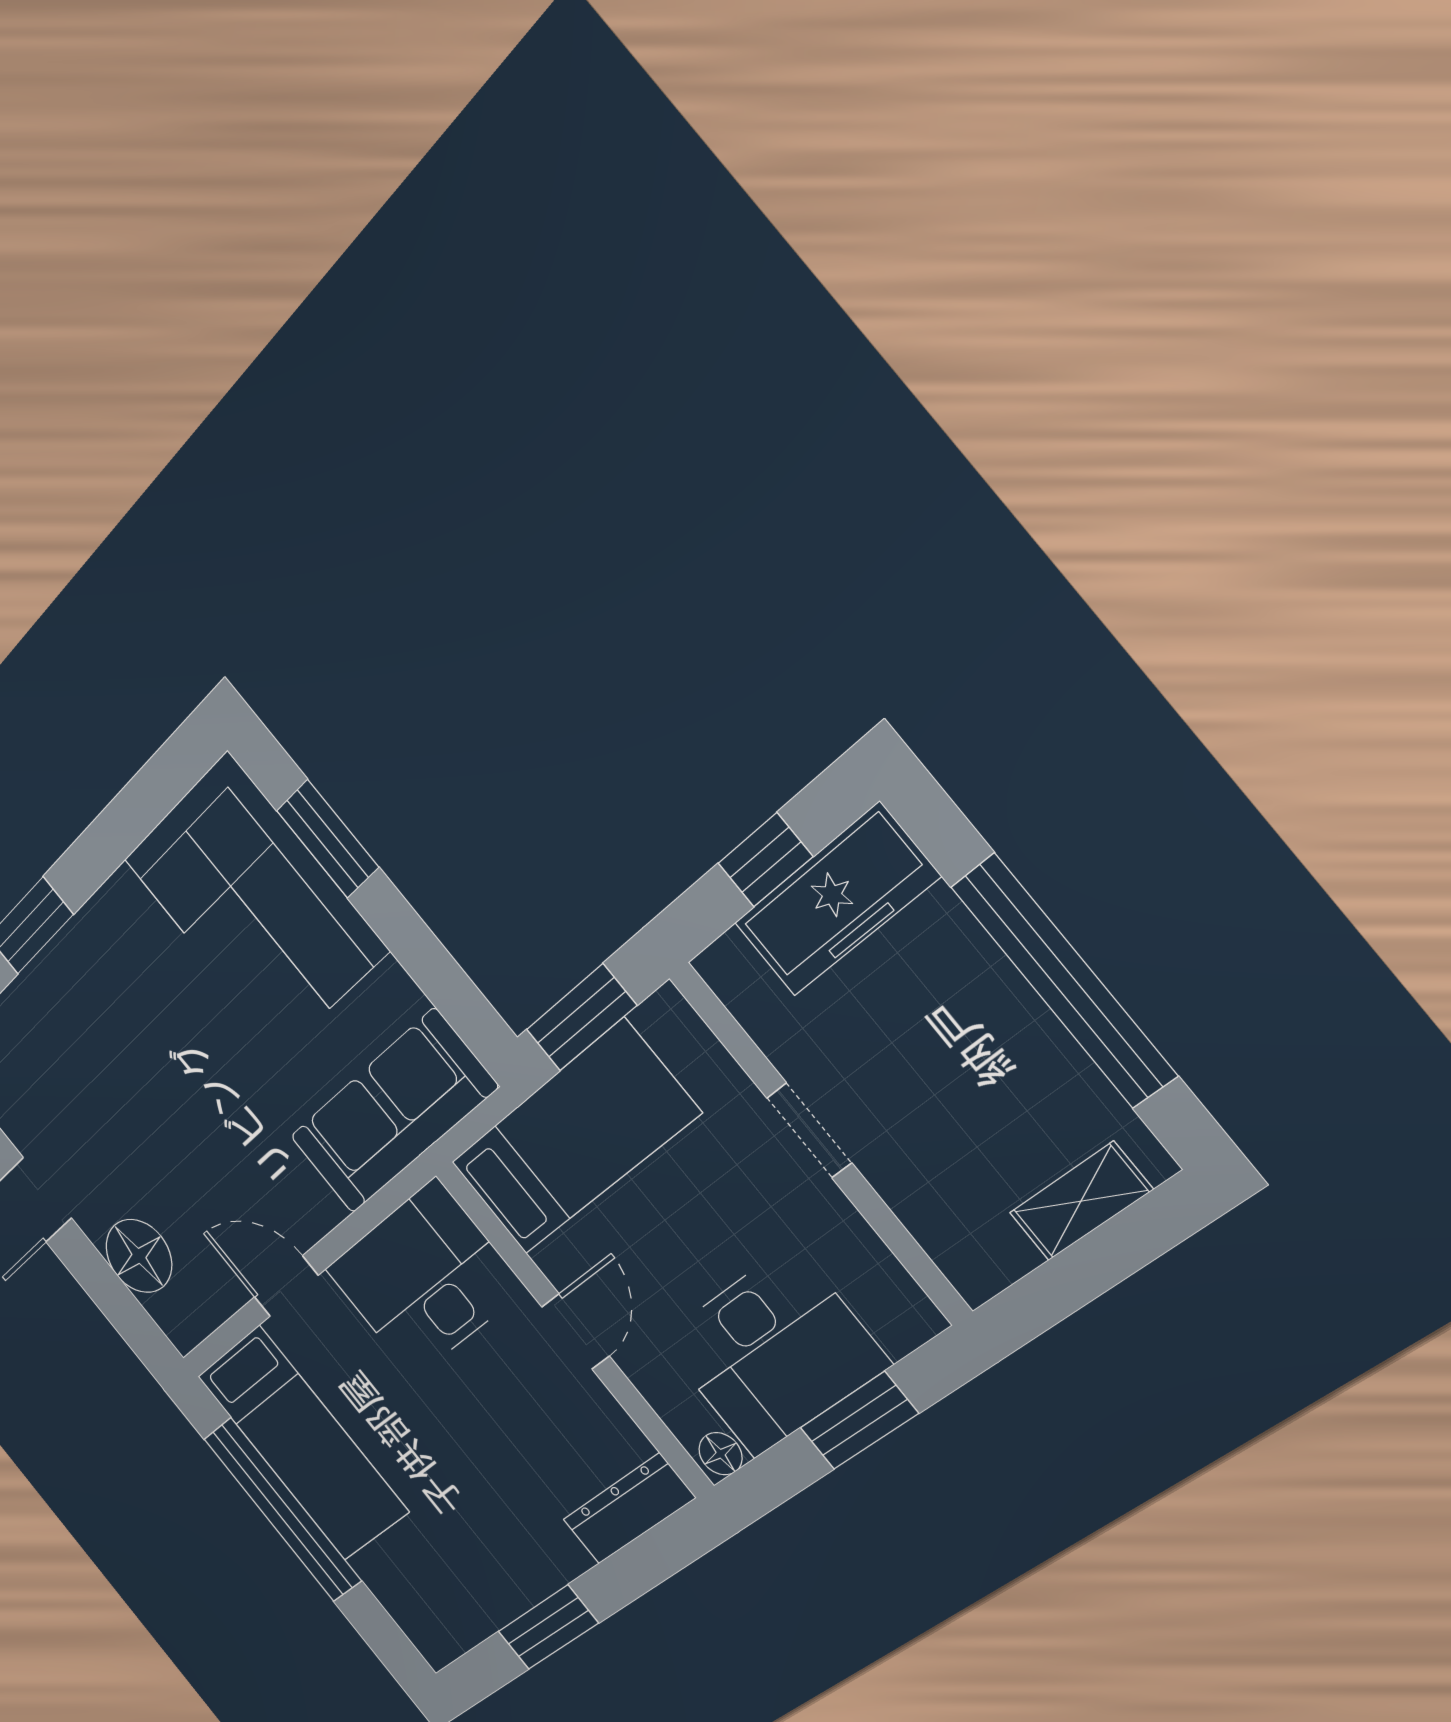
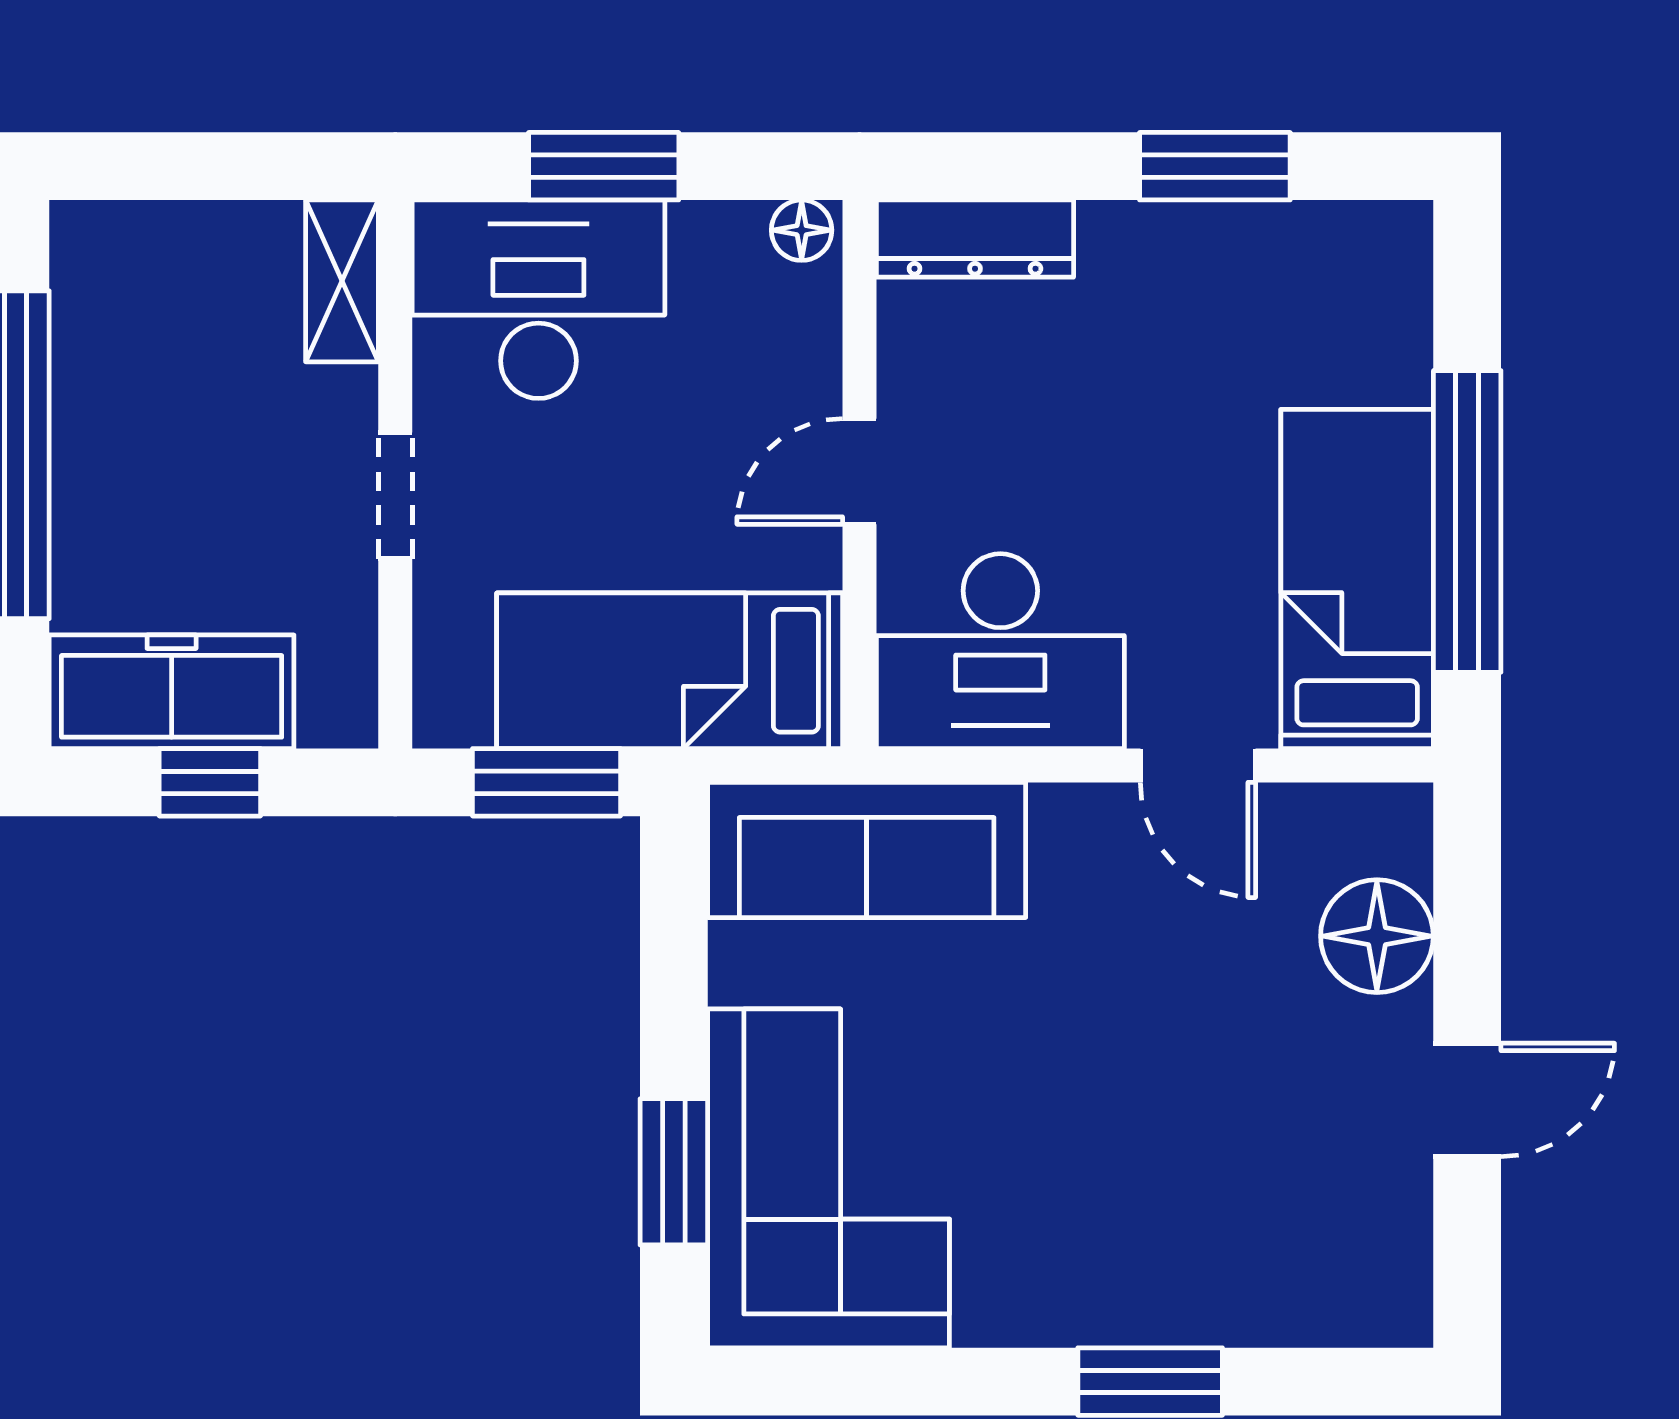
shelving: (1081, 1201) -> (342, 281), moved, turned 90
desk: (773, 1352) -> (538, 299), moved

